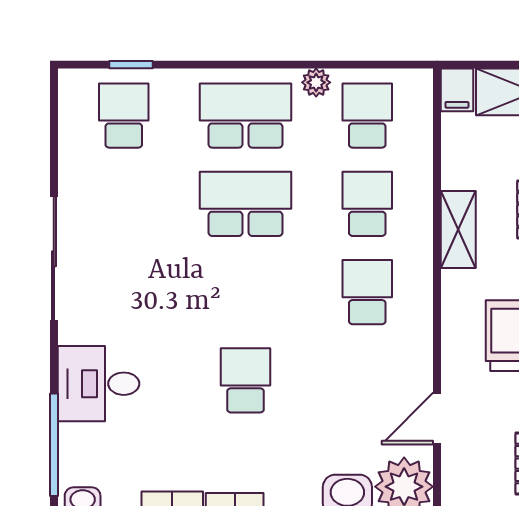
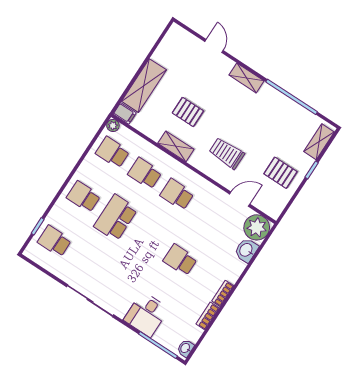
plant: (316, 82) -> (113, 126), moved
school desk: (246, 116) -> (84, 197), width x0.54
door: (437, 419) -> (240, 199), swing flipped

